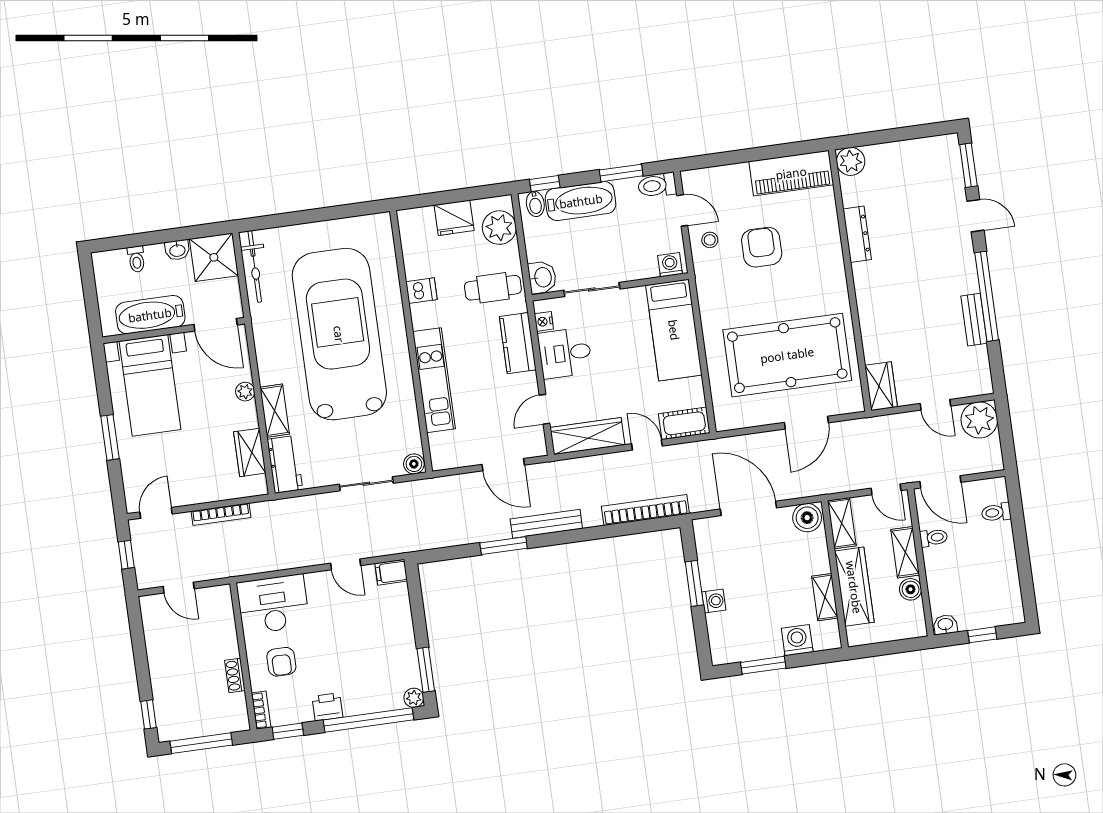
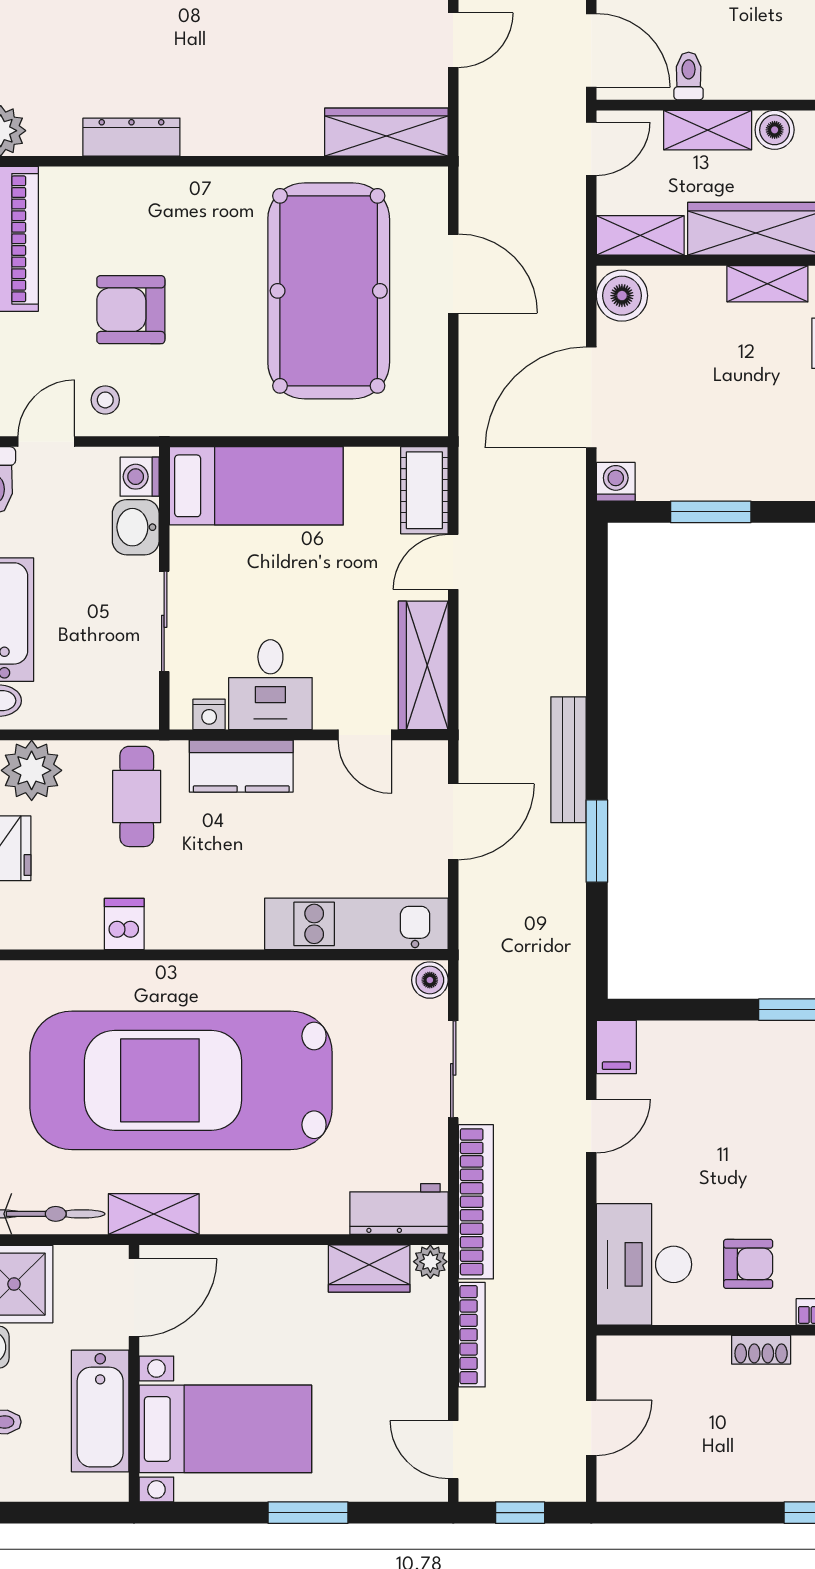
washbasin: (542, 277) -> (136, 527), moved, turned -90
kitchen unit: (434, 380) -> (356, 924), moved
wardrobe: (881, 386) -> (386, 132), width x1.50
plant: (245, 392) -> (430, 1262), moved
shelving: (275, 411) -> (154, 1214), moved
door: (940, 482) -> (591, 50), hinge flipped
bookcase: (645, 510) -> (476, 1202), moved, turned 180
washing machine: (714, 601) -> (616, 482), moved

